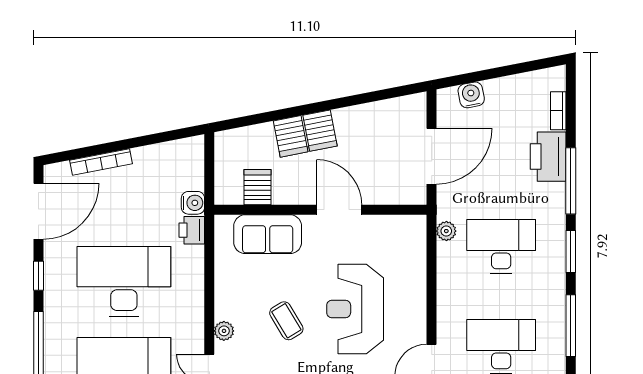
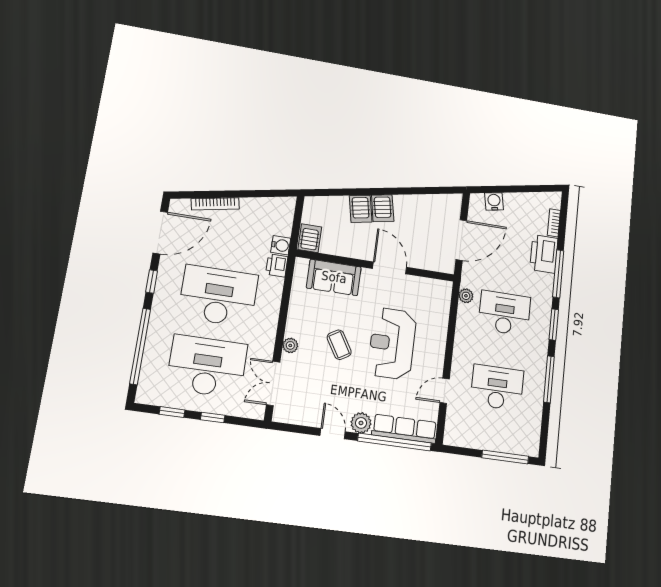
server rack: (258, 187) -> (310, 238), moved

